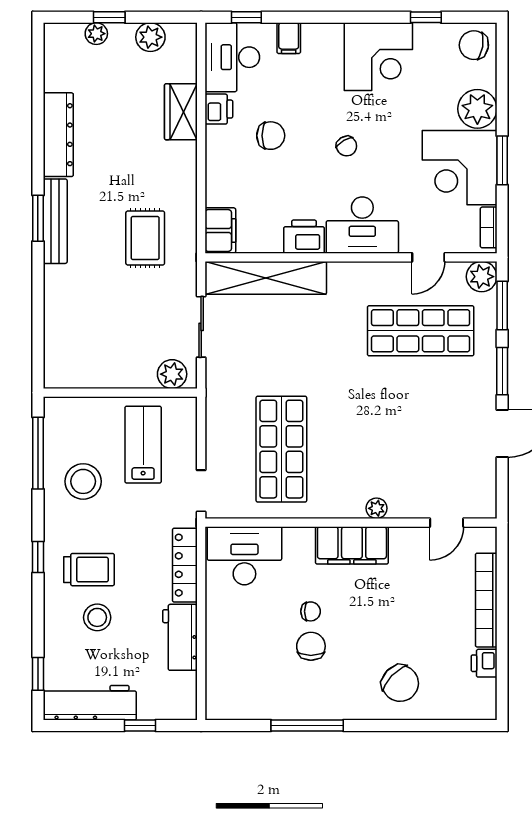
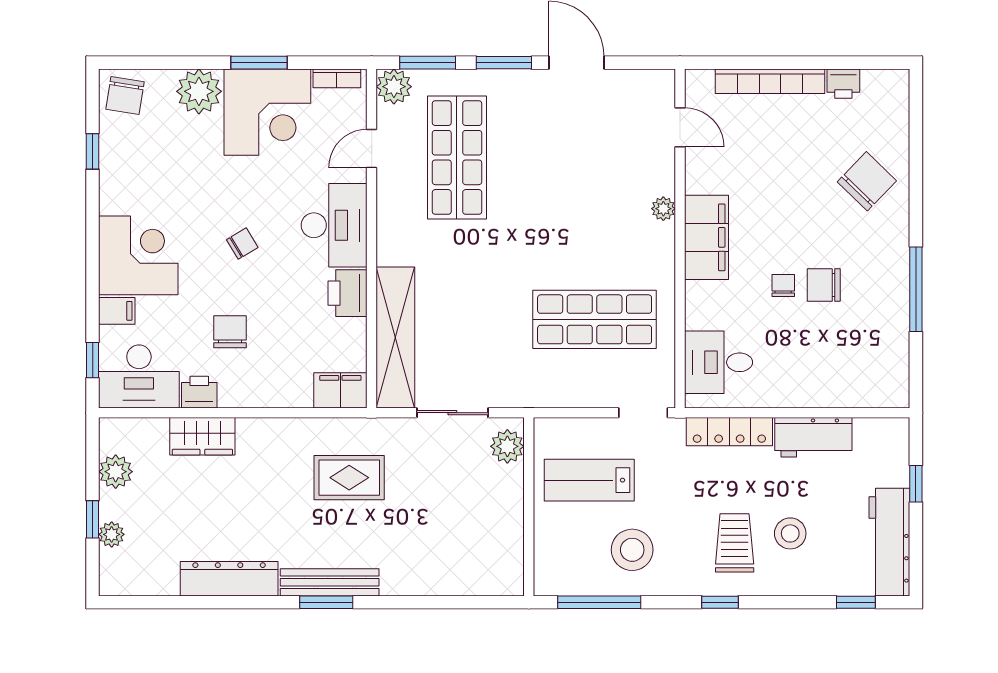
corner desk: (378, 57) -> (138, 255), moved
door: (428, 257) -> (372, 149), swing flipped
desk: (244, 556) -> (719, 362), width x0.73

